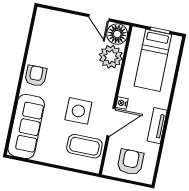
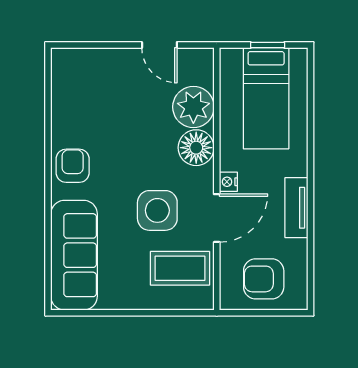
floor lamp: (117, 34) -> (196, 148), moved
armchair: (130, 162) -> (264, 279), turned -90

